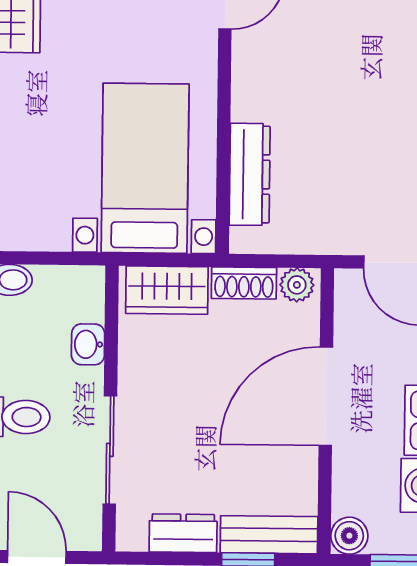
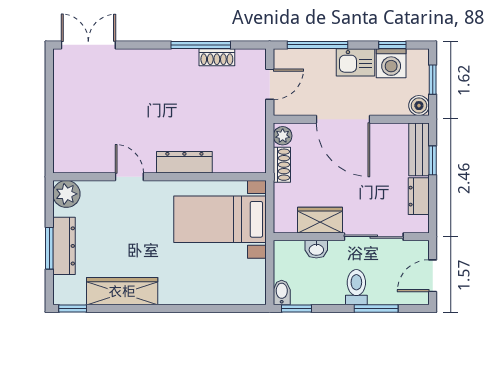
dresser: (250, 174) -> (184, 162), moved
wardrobe: (167, 290) -> (320, 220), moved, turned -90

